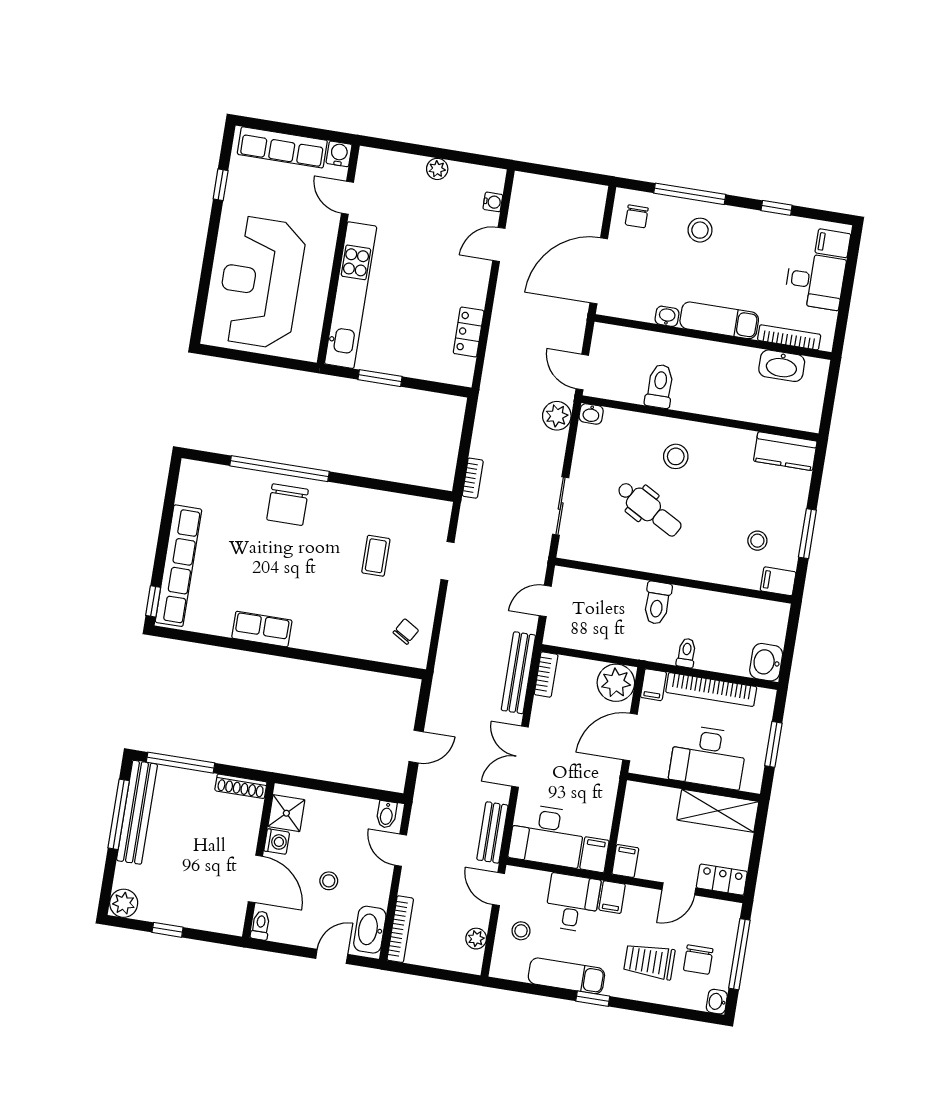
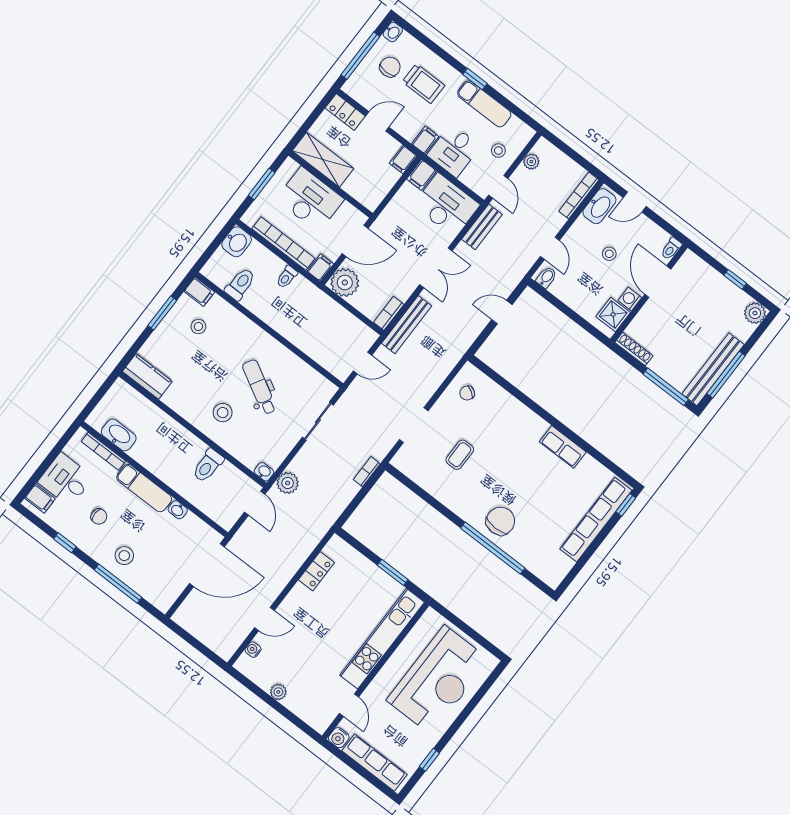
chair: (637, 216) -> (99, 516), moved, turned 90
doorway: (447, 561) -> (414, 425), width x1.38
toilet: (657, 603) -> (240, 284), moved

